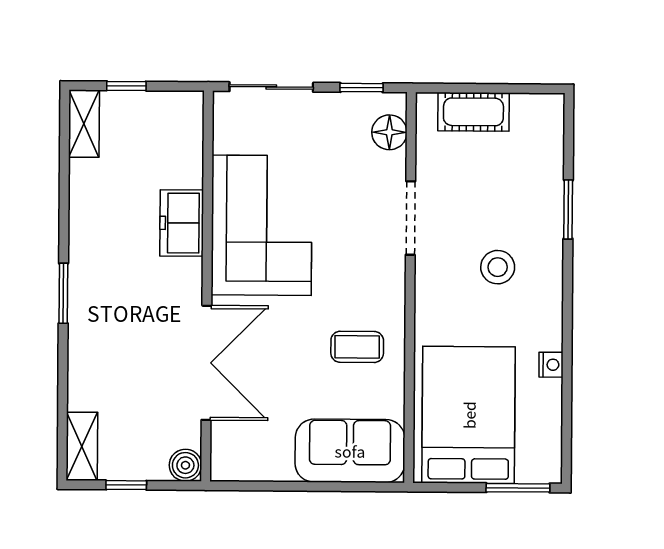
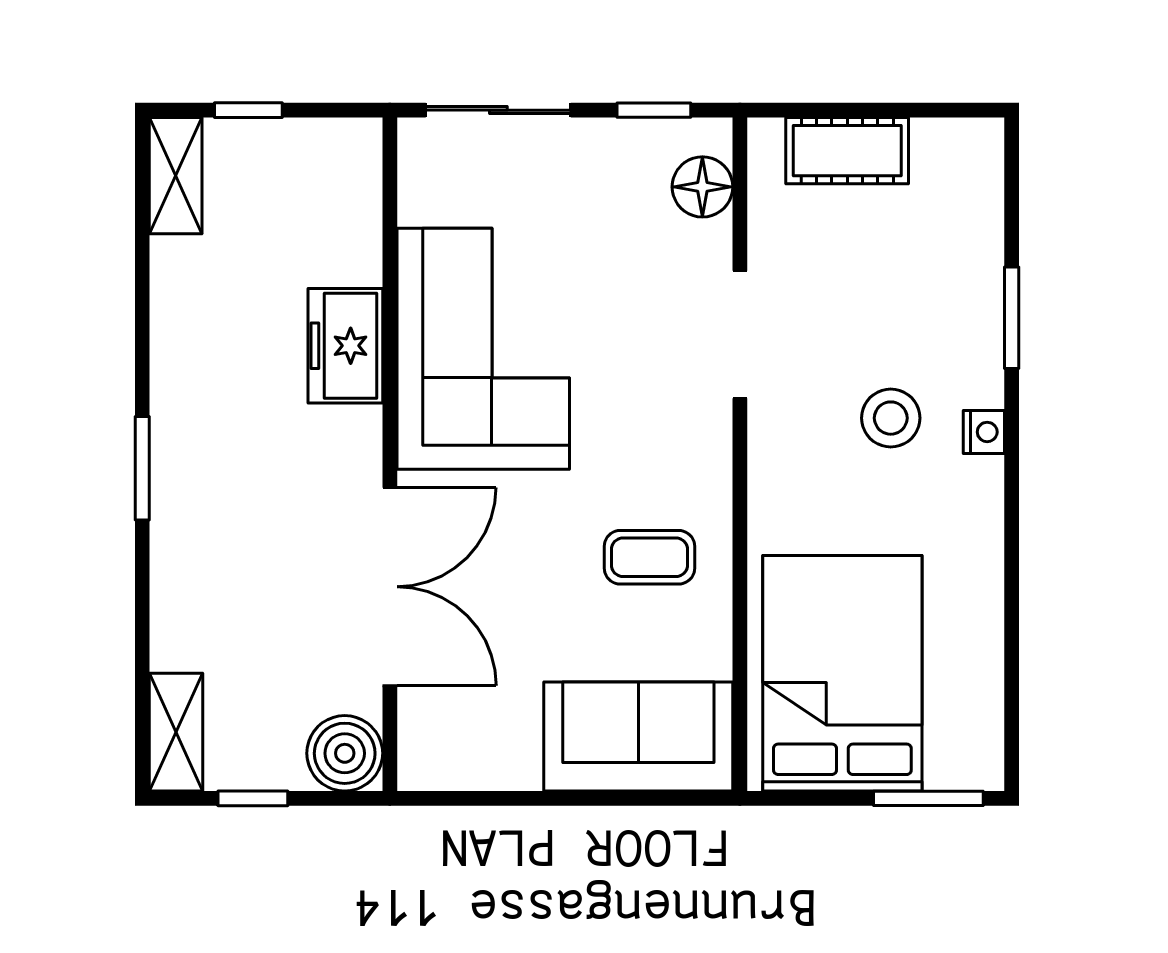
nightstand: (551, 365) -> (984, 432), moved
boiler: (185, 465) -> (345, 753), width x1.36, depth x1.36

